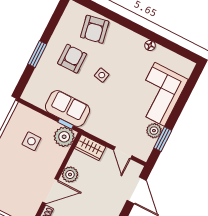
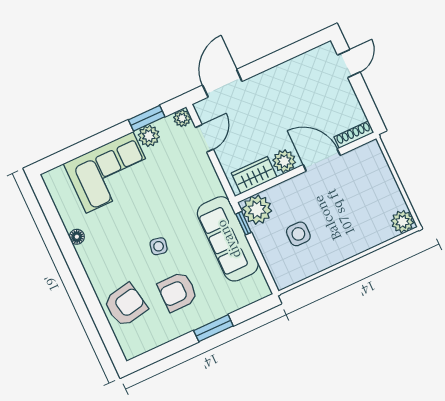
sofa: (68, 109) -> (228, 239), width x1.36
wardrobe: (90, 148) -> (254, 175), moved, turned -90
plant: (144, 154) -> (182, 118), added

